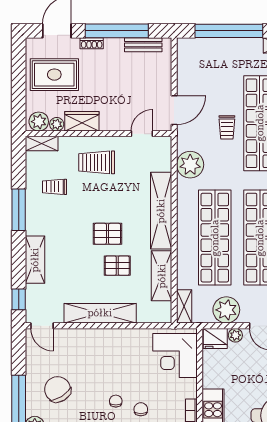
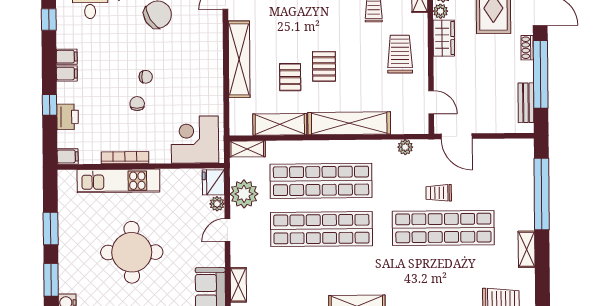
plant: (190, 165) -> (405, 147), width x0.53, depth x0.53
chair: (141, 409) -> (137, 104), turned -90

